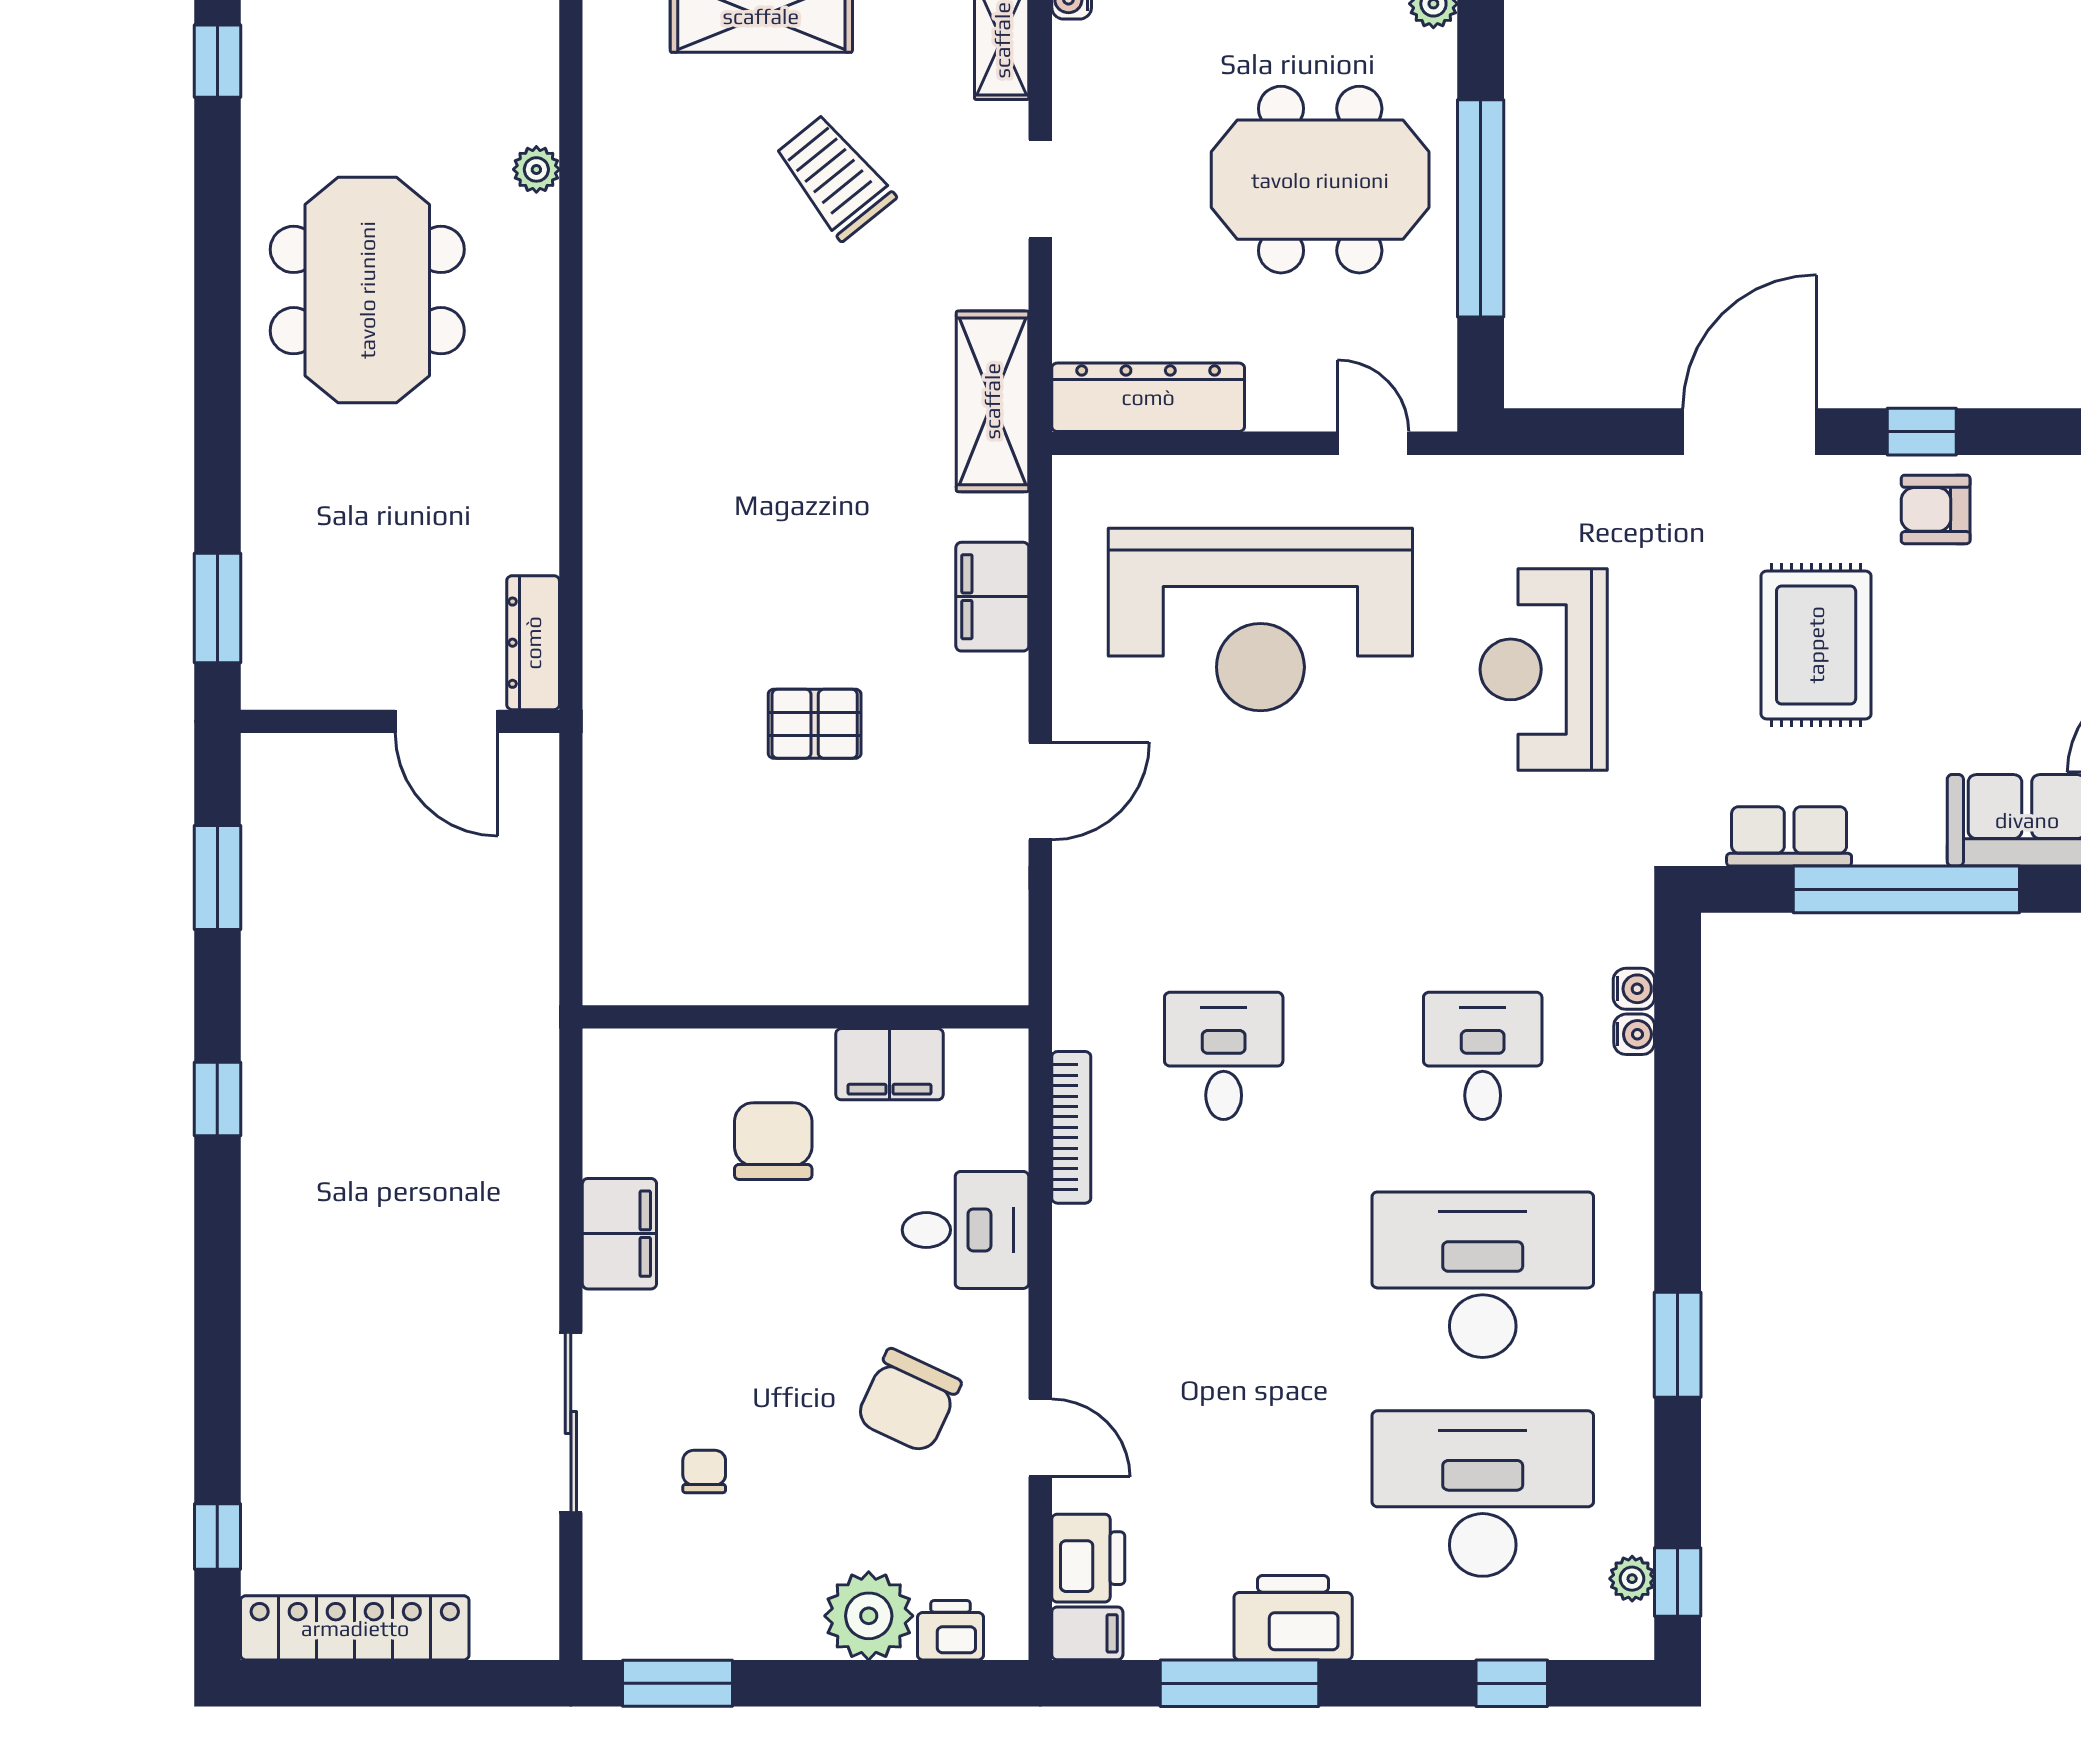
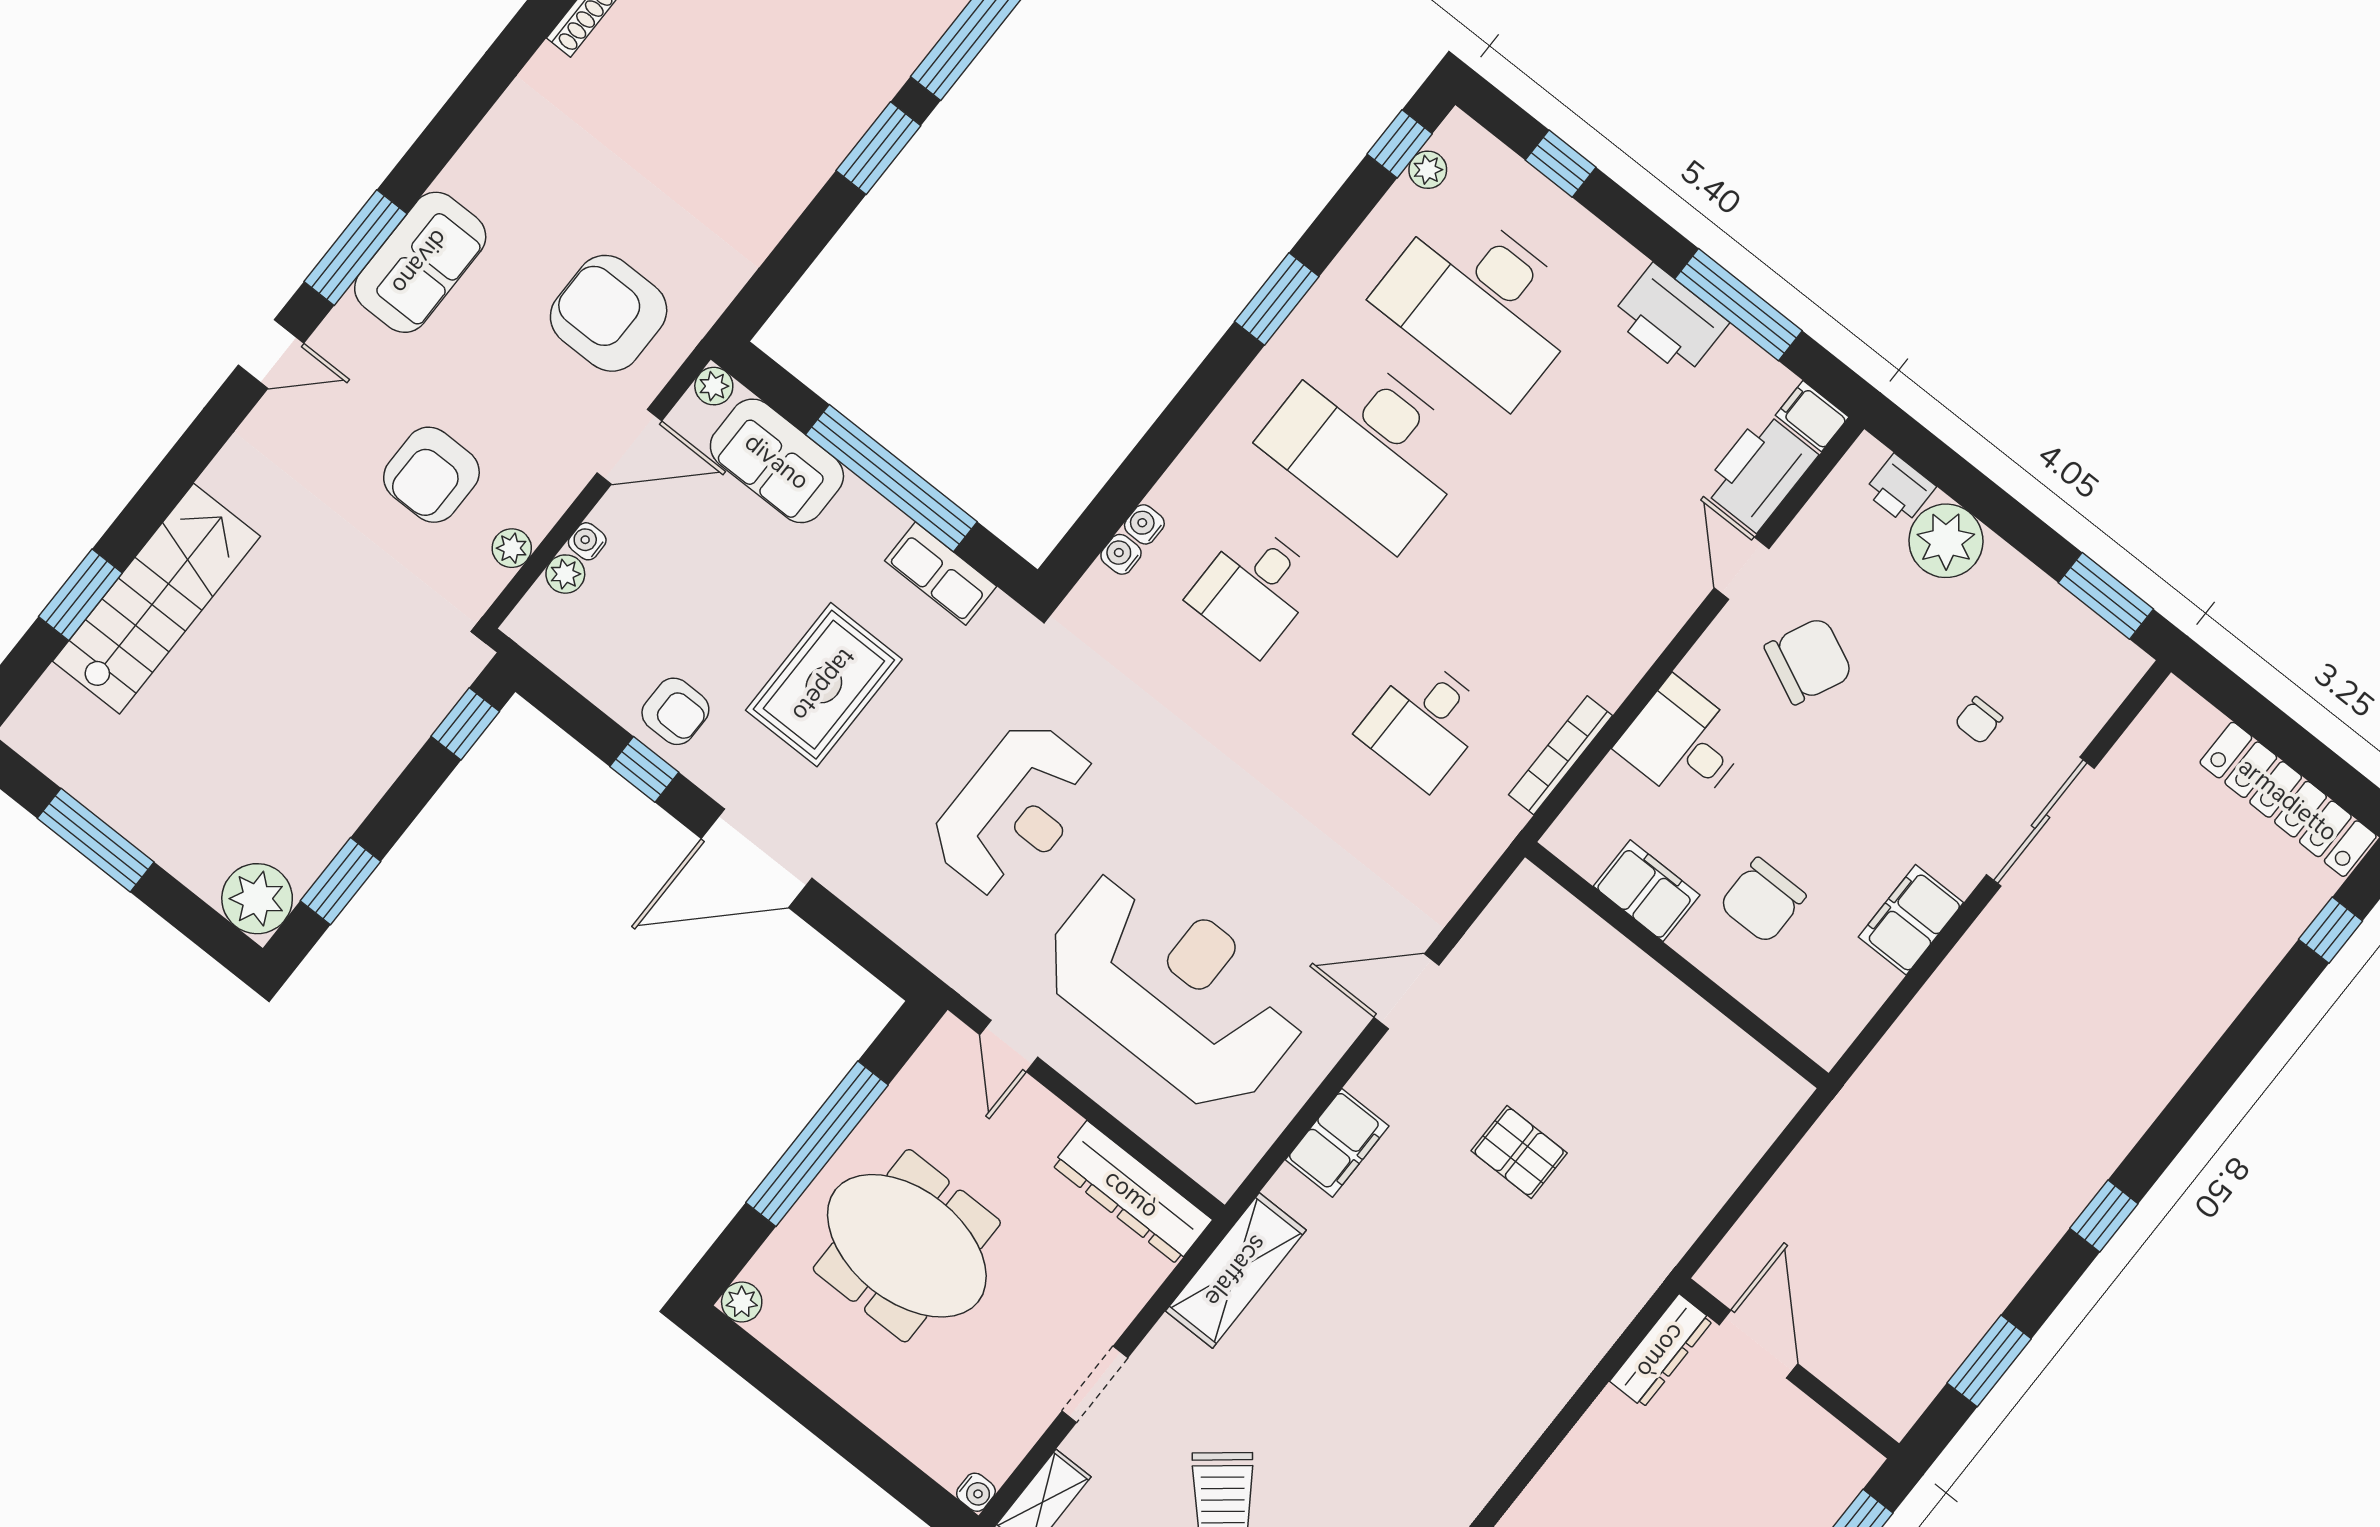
printer: (1088, 1558) -> (1759, 472), width x1.37, depth x1.19

